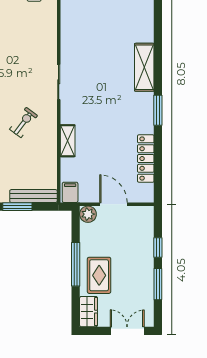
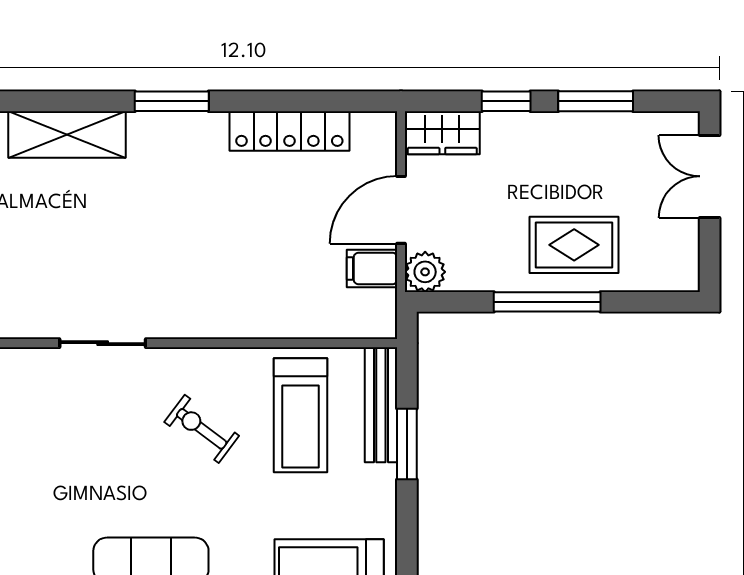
shelving: (68, 141) -> (246, 322), removed
treadmill: (29, 163) -> (300, 415), added
filing cabinet: (70, 192) -> (372, 269), moved
wardrobe: (89, 312) -> (442, 133), moved, turned 180

